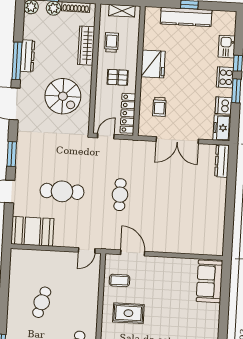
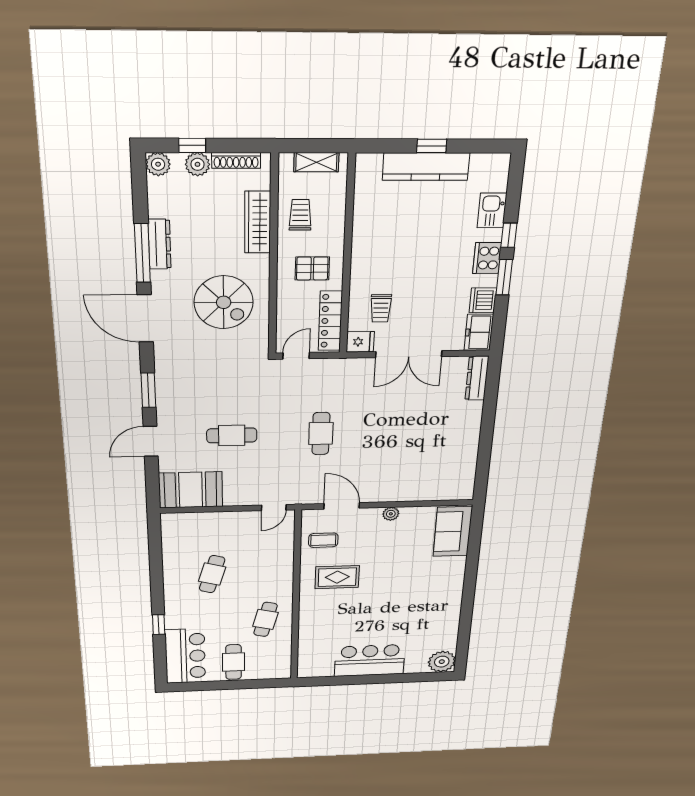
fridge: (153, 64) -> (360, 342), moved, width x0.53, depth x0.75
cafe table: (62, 191) -> (232, 435), width x0.73, depth x0.74
plant: (166, 263) -> (391, 514), added

